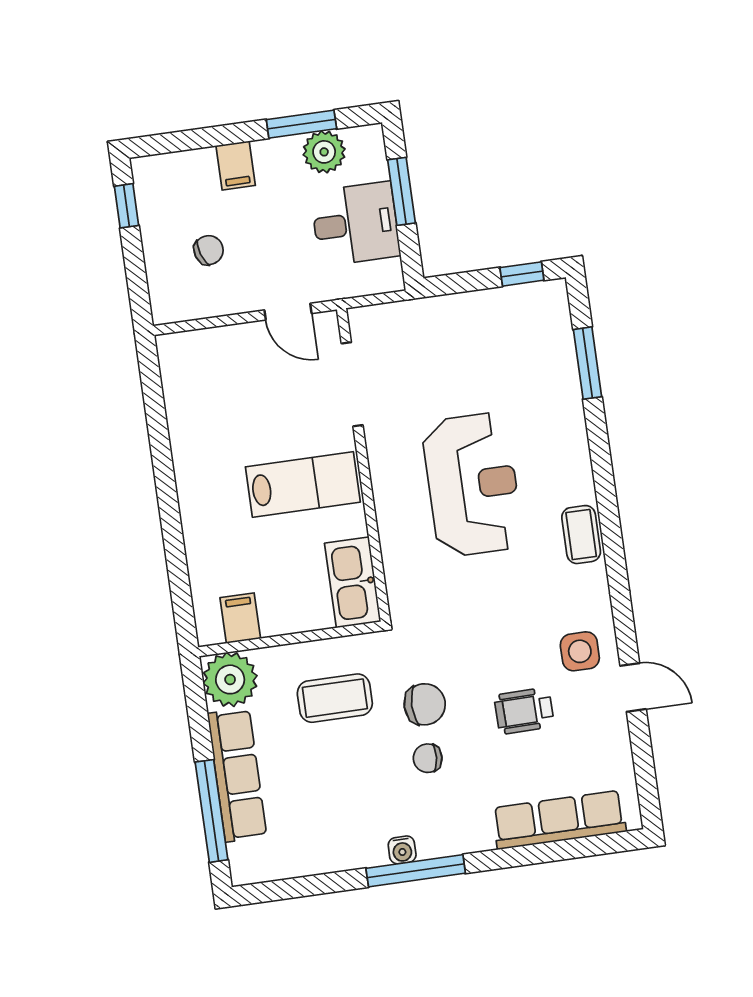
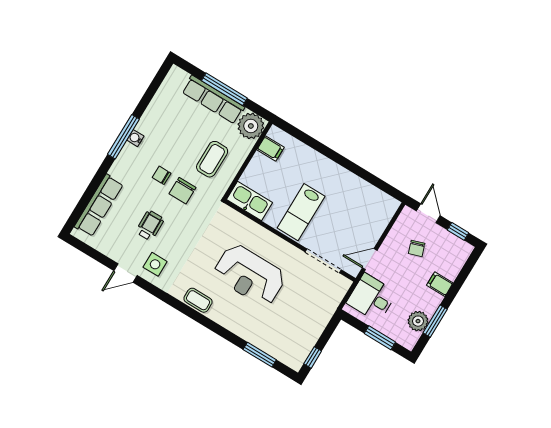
desk: (355, 224) -> (372, 298), moved, turned 90
door: (137, 278) -> (428, 213), added
chair: (428, 758) -> (162, 175), turned -95
window: (211, 811) -> (224, 89), moved

